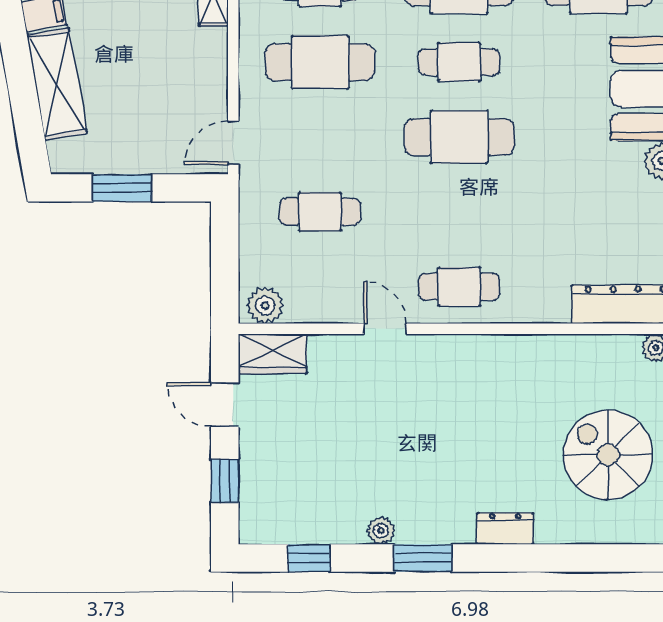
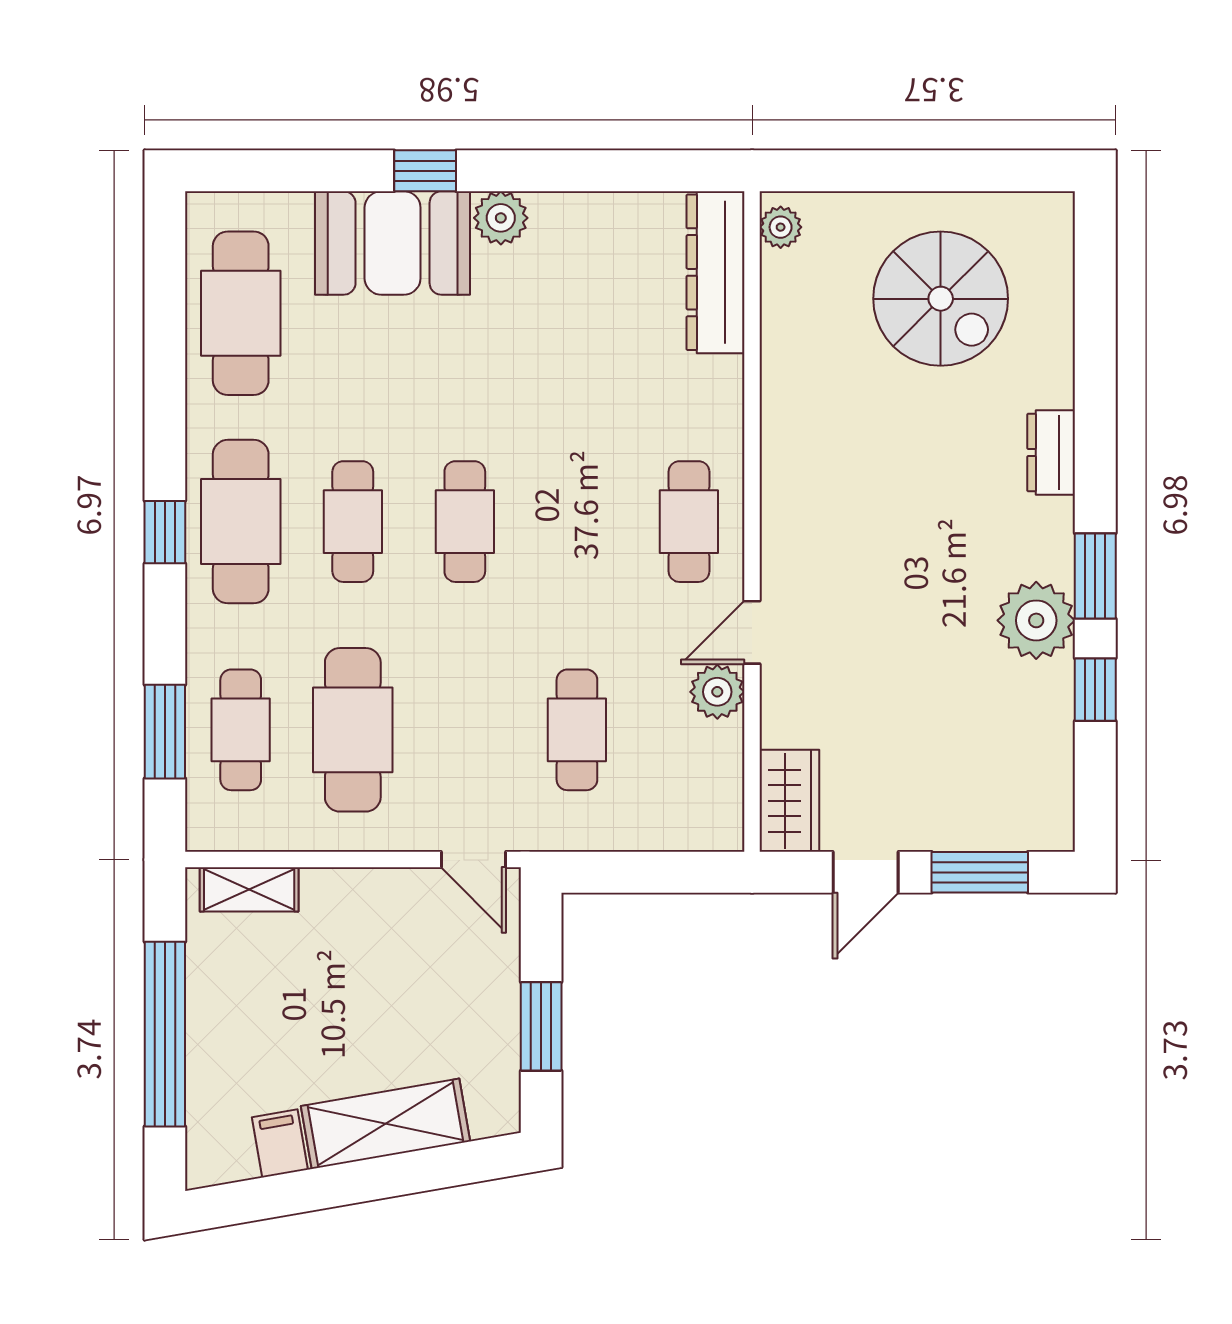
cafe table: (459, 137) -> (465, 522), width x0.73, depth x0.74
plant: (265, 306) -> (717, 692), moved
spiral stairs: (608, 455) -> (941, 299), turned -90
window: (225, 481) -> (980, 872), width x1.50
plant: (381, 531) -> (1036, 620), width x1.88, depth x1.88
window: (309, 558) -> (1095, 690), moved

